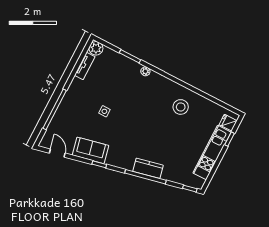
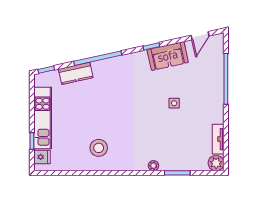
door: (57, 153) -> (200, 36), hinge flipped
kitchen counter: (148, 168) -> (76, 73), moved

